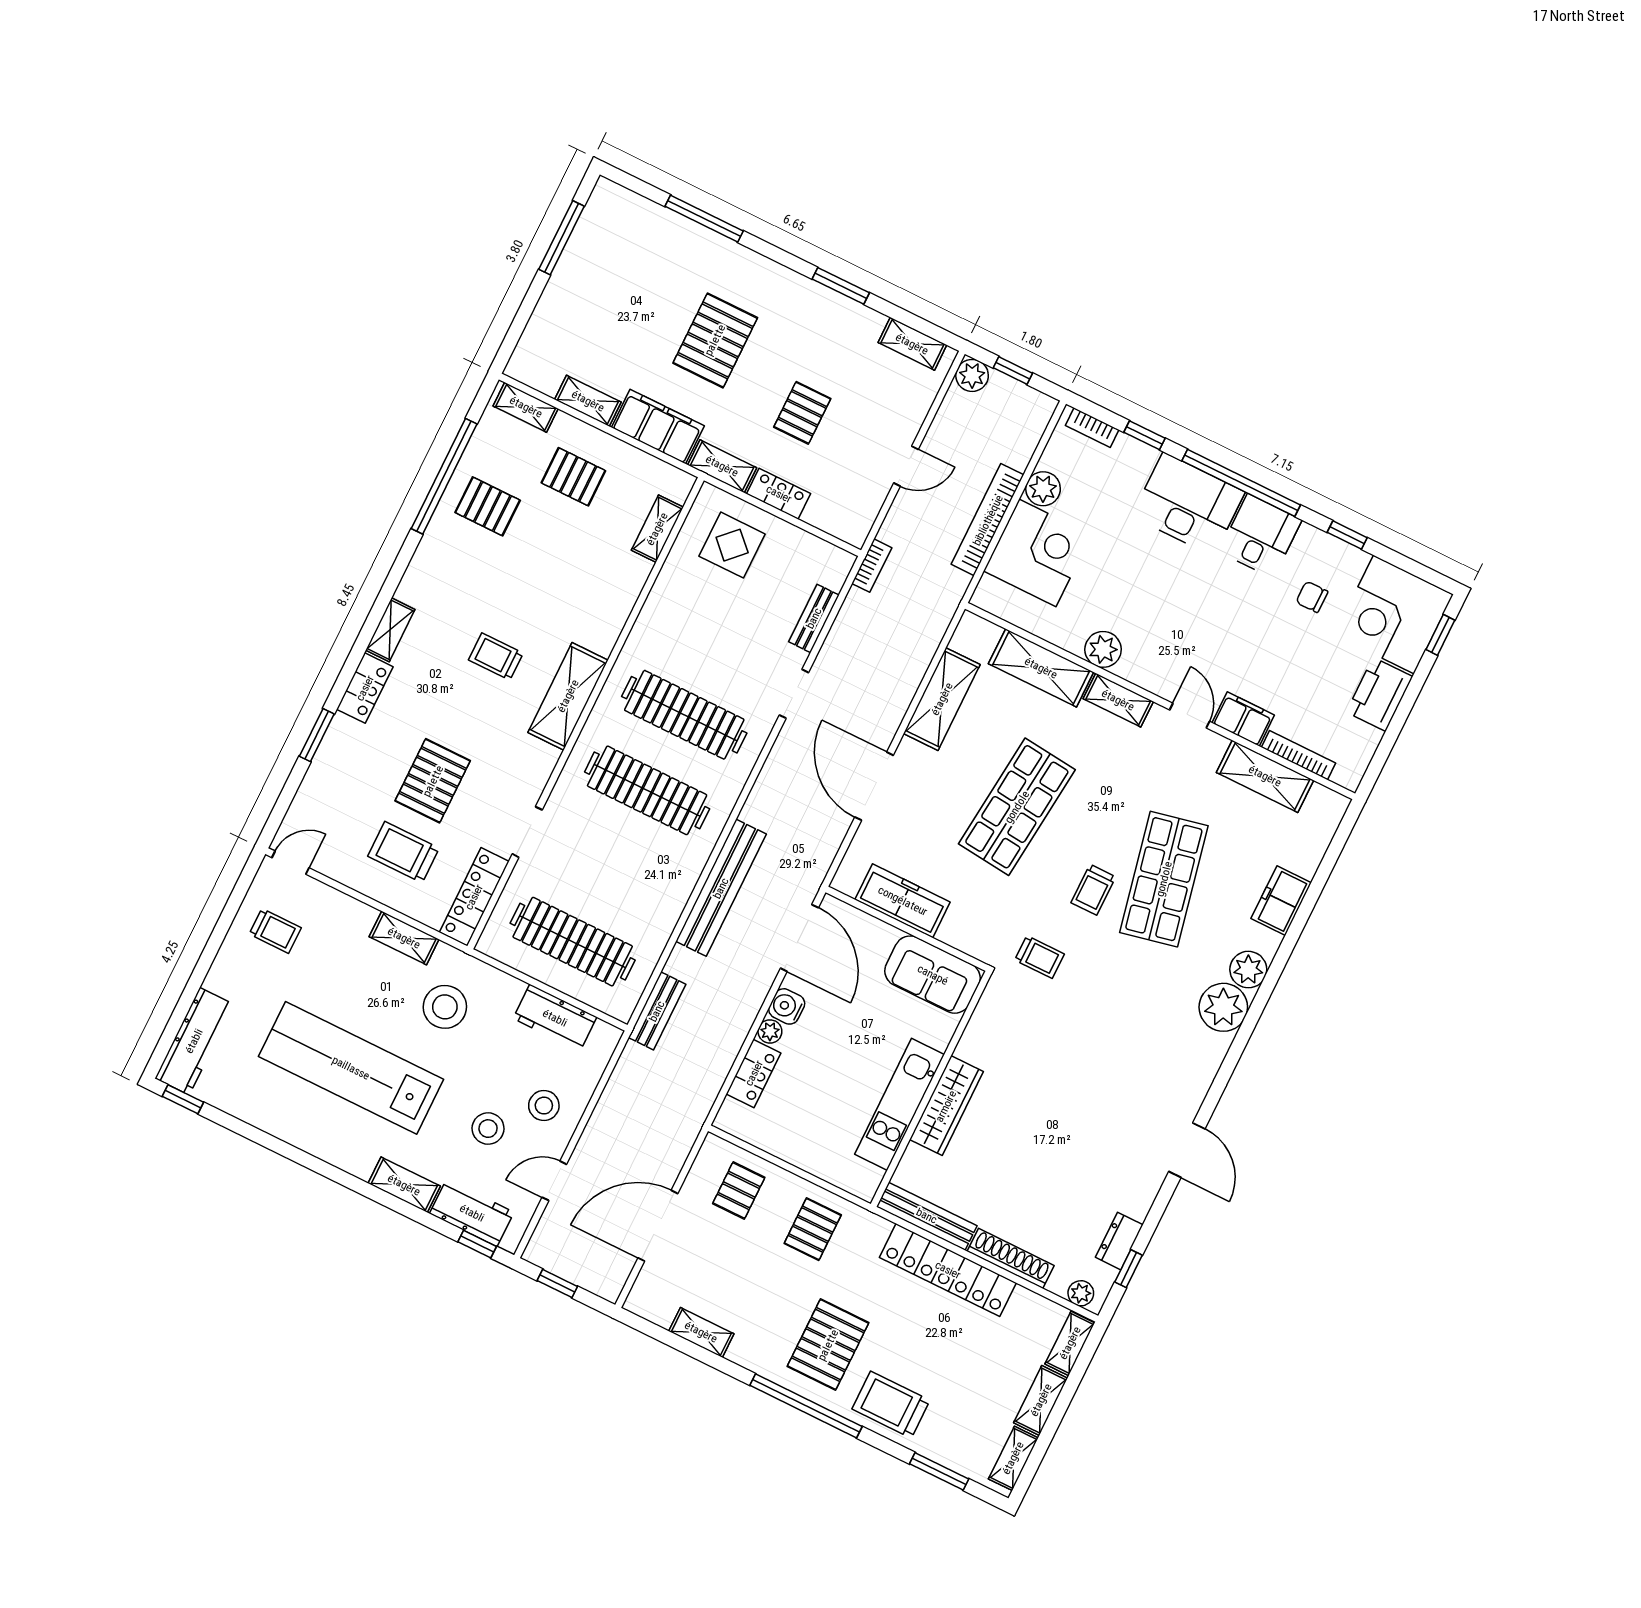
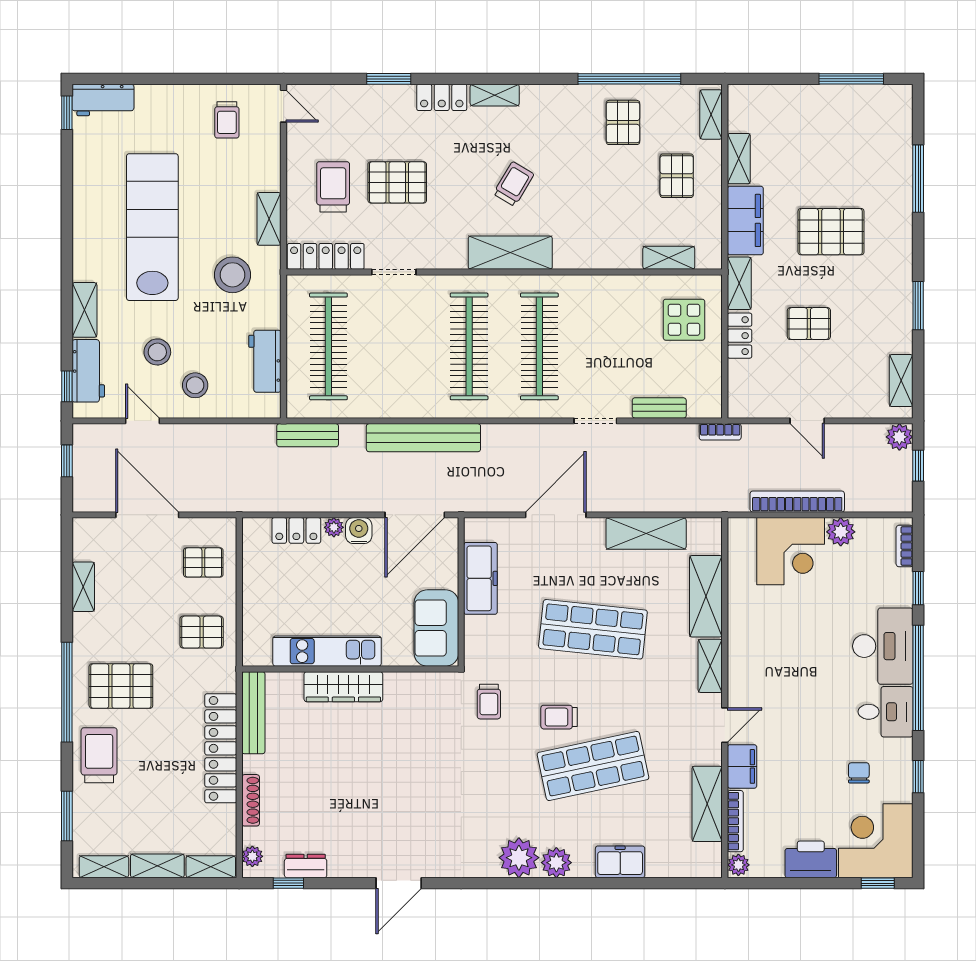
plant: (1103, 649) -> (738, 865), moved, width x0.73, depth x0.73
trolley: (496, 657) -> (514, 184), turned 31
workbench: (194, 1041) -> (103, 100), width x0.73
shoe rack: (1011, 1258) -> (251, 800), width x0.74, depth x0.81

